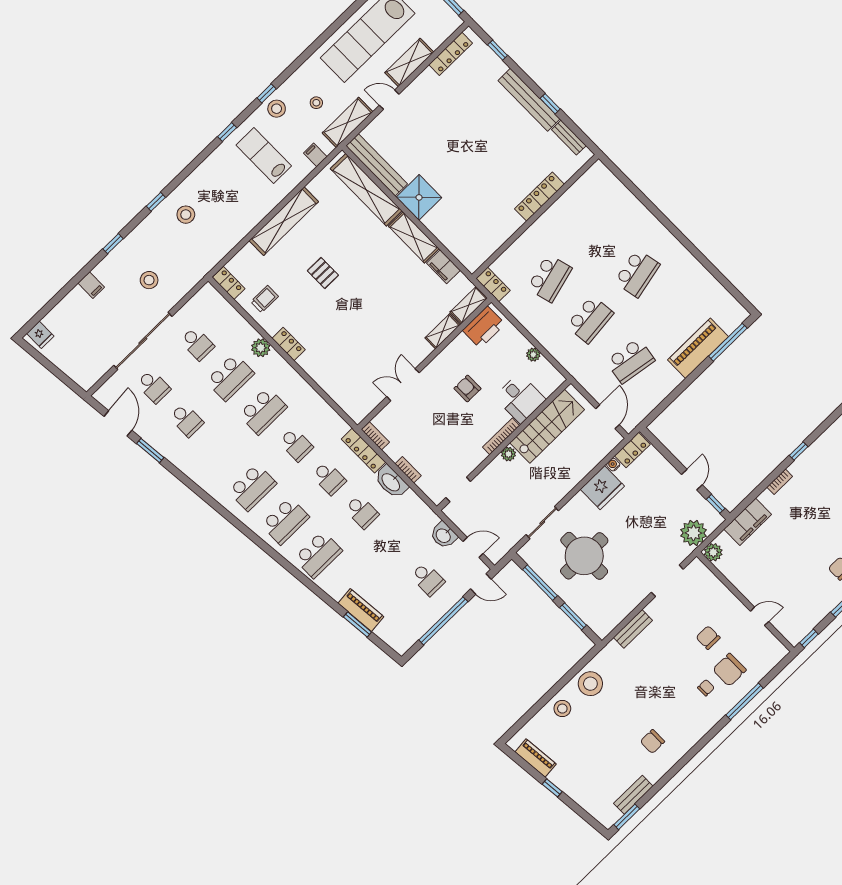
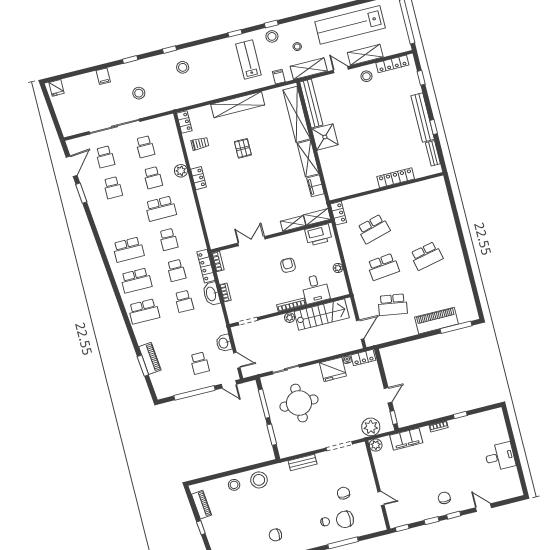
stool: (427, 89) -> (366, 76), added
school desk: (230, 377) -> (153, 178), width x0.54

